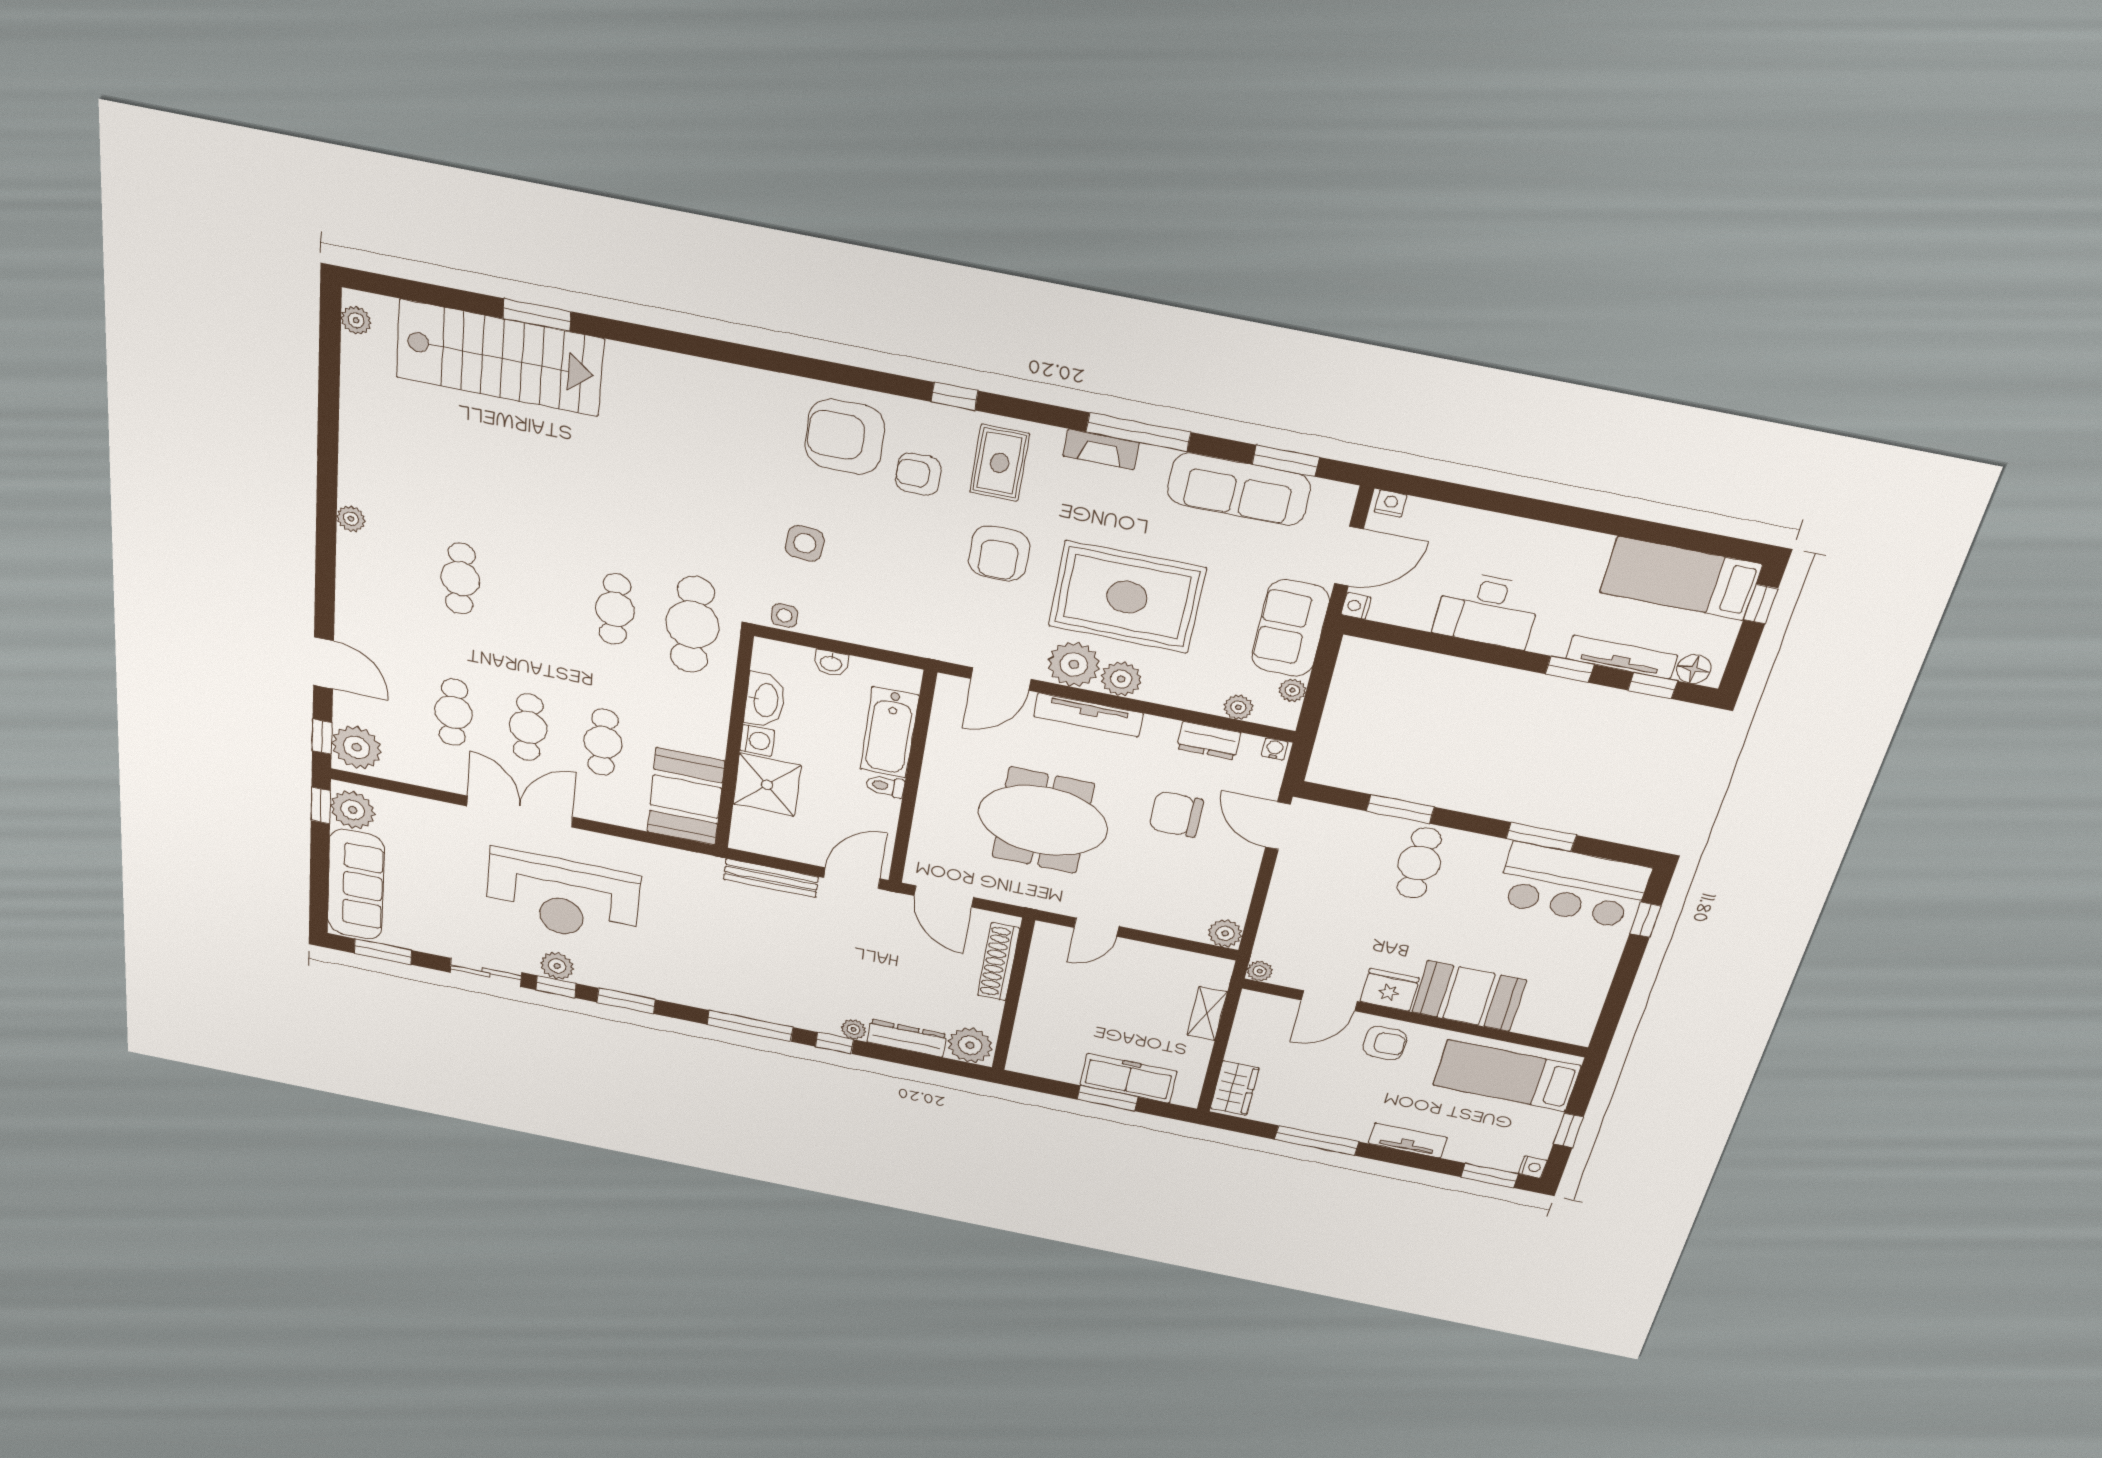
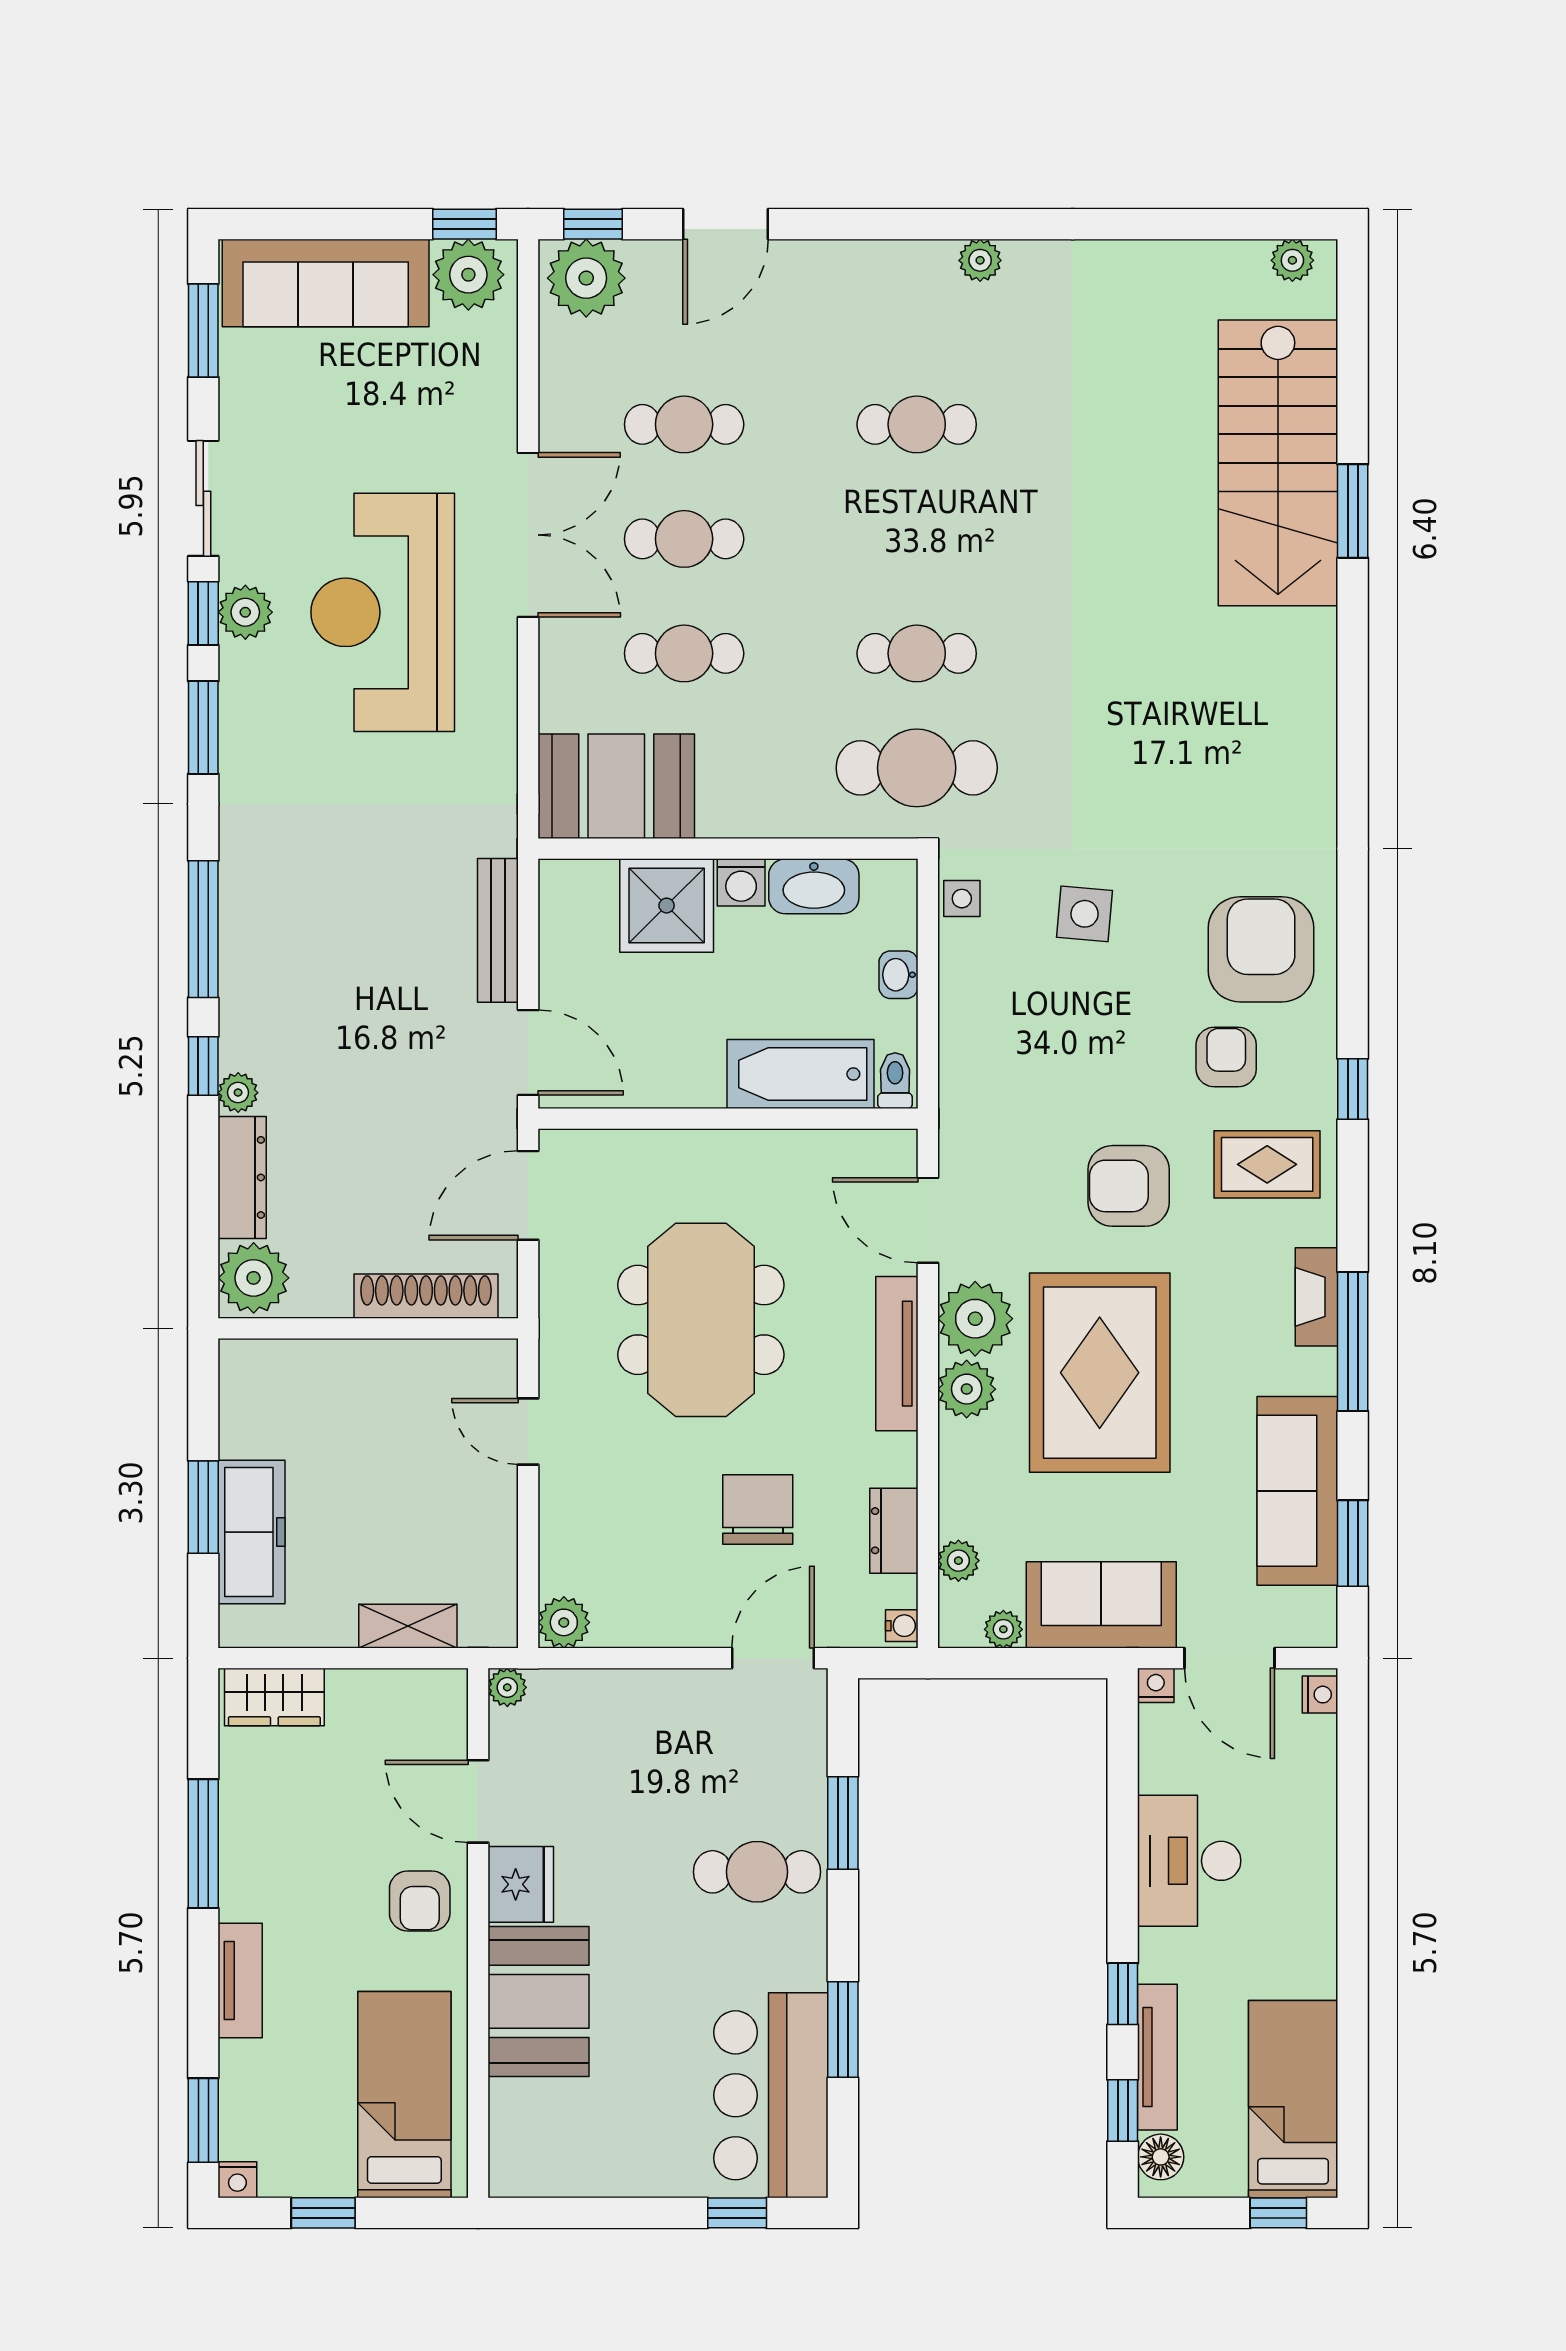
toilet: (885, 786) -> (895, 1081), moved

